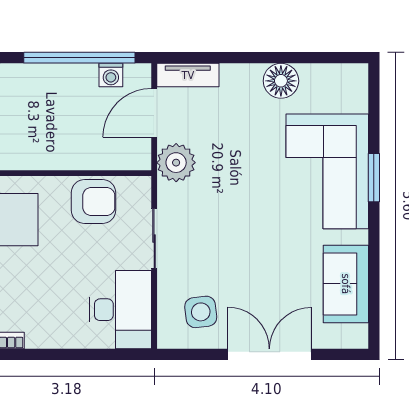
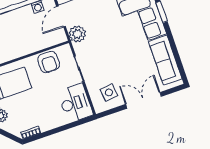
armchair: (93, 202) -> (49, 62), turned 90
sofa: (346, 284) -> (165, 60), width x1.36

